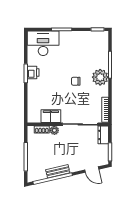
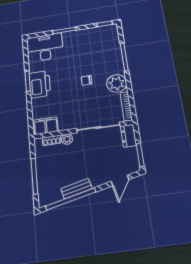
printer: (33, 73) -> (40, 84), width x1.87, depth x1.48
plant: (100, 77) -> (117, 83), moved
filing cabinet: (51, 116) -> (46, 126), moved
door: (92, 170) -> (120, 180), hinge flipped

